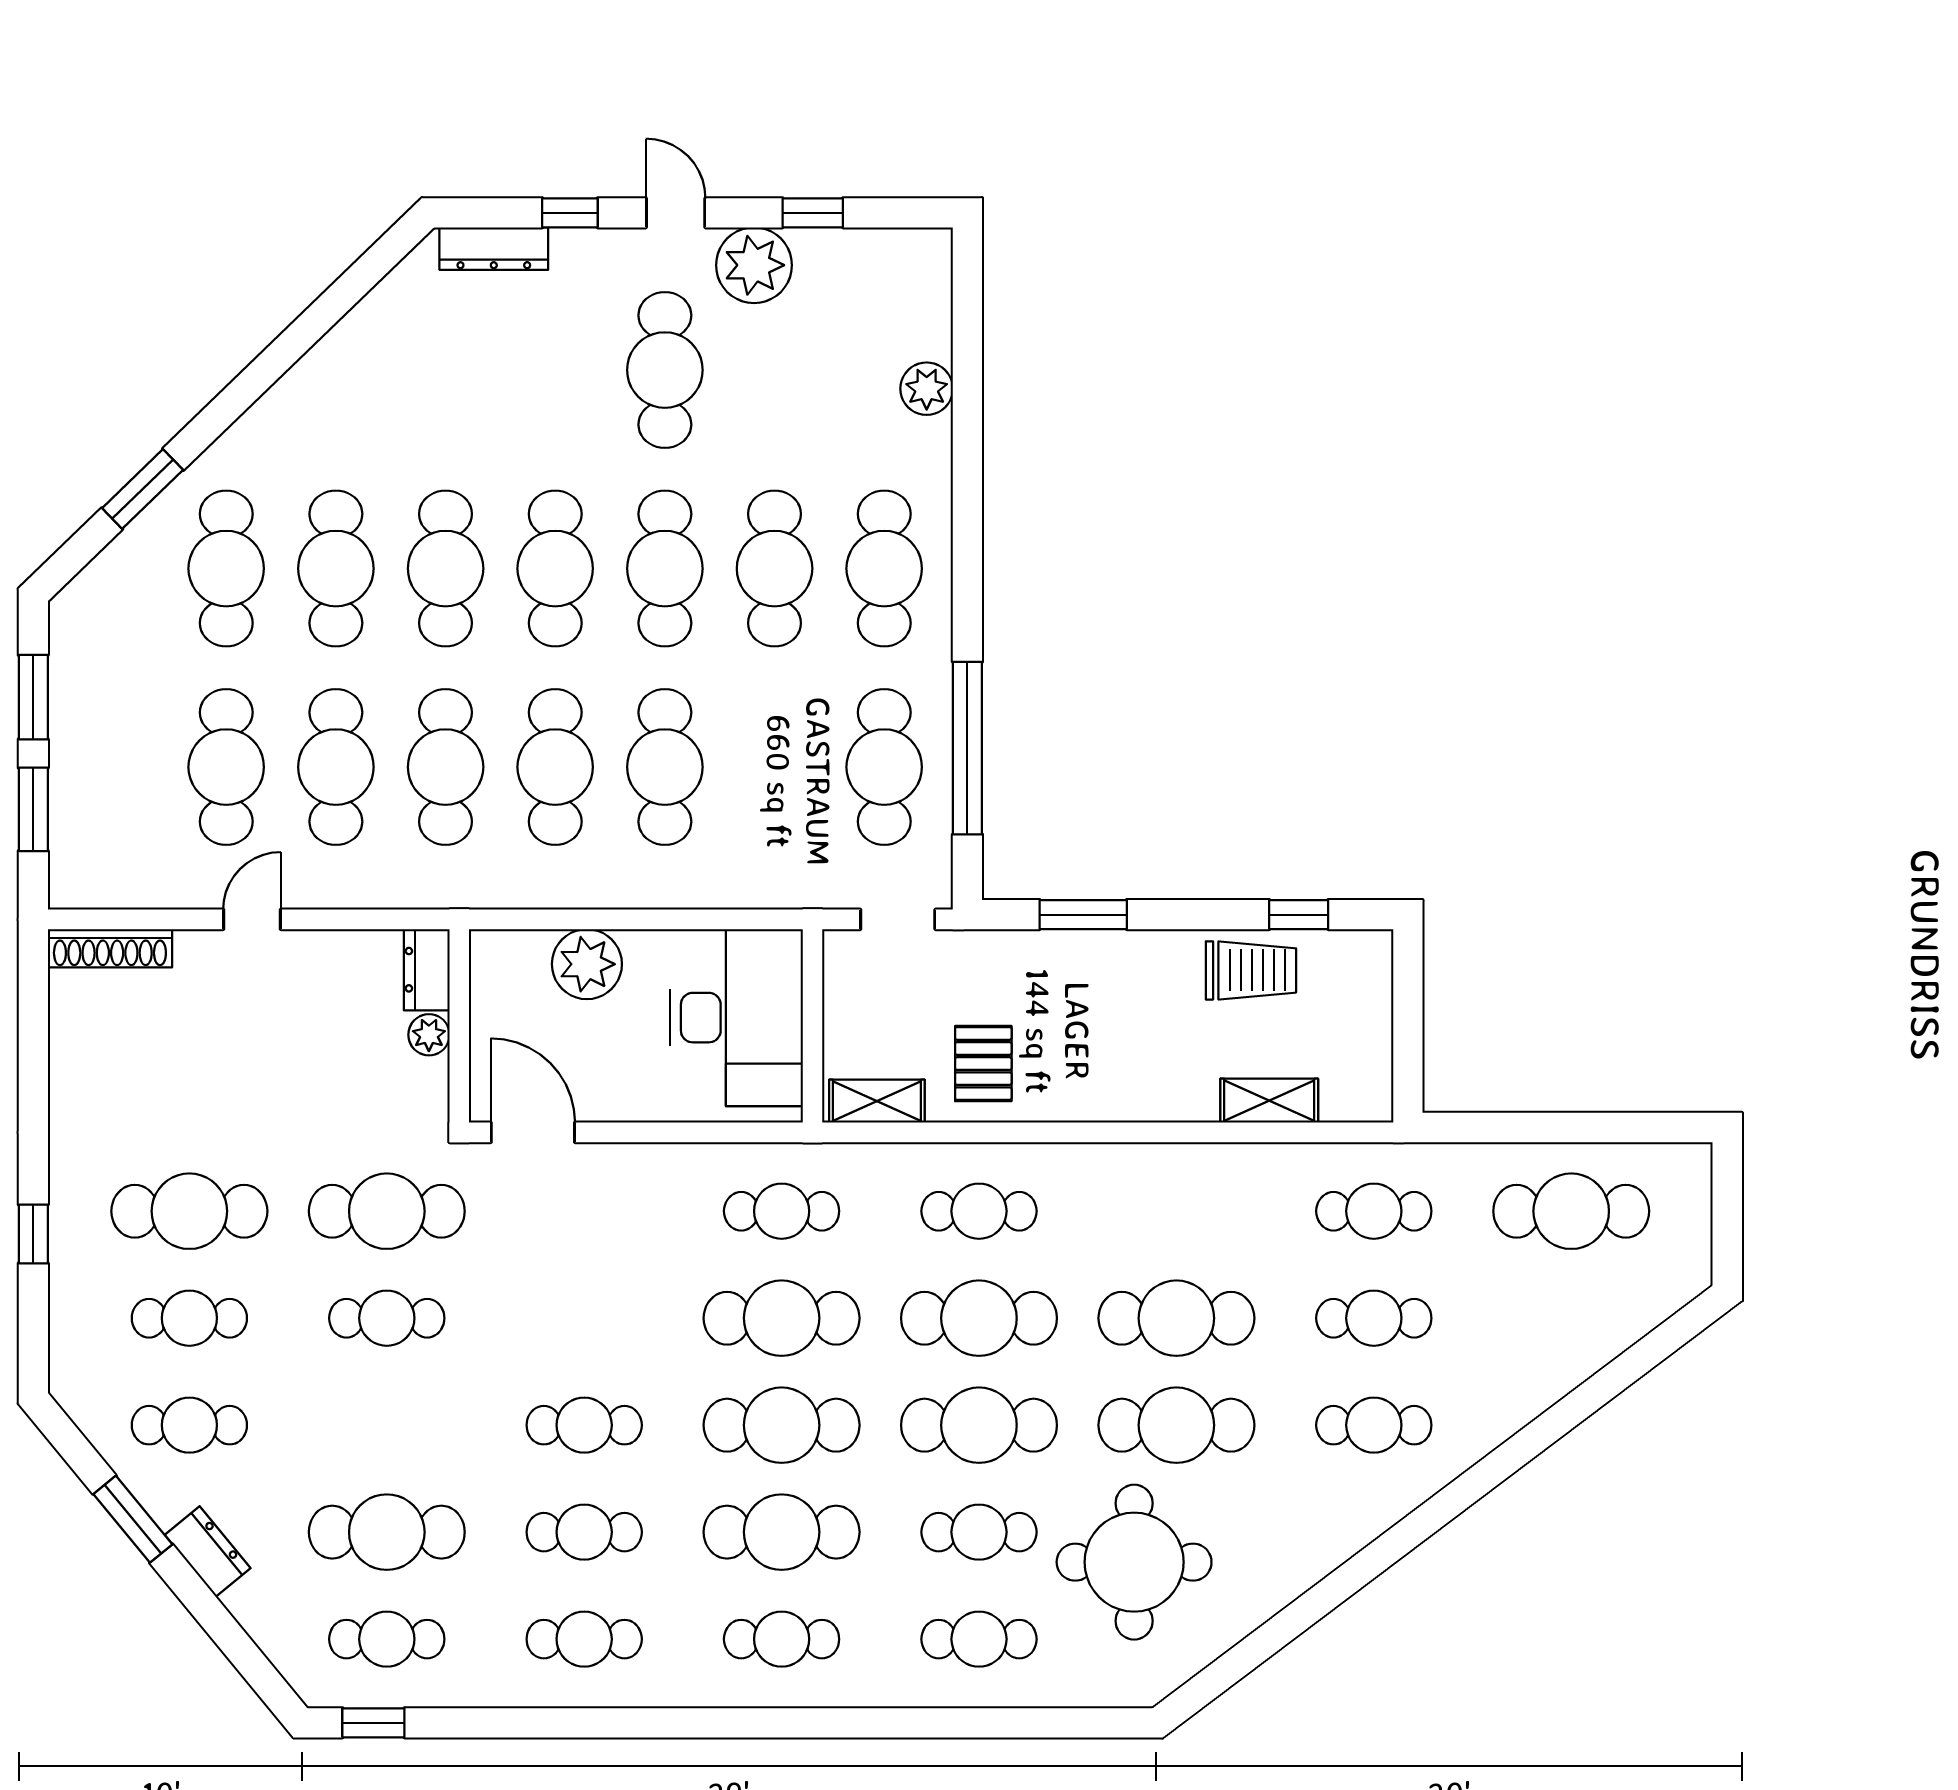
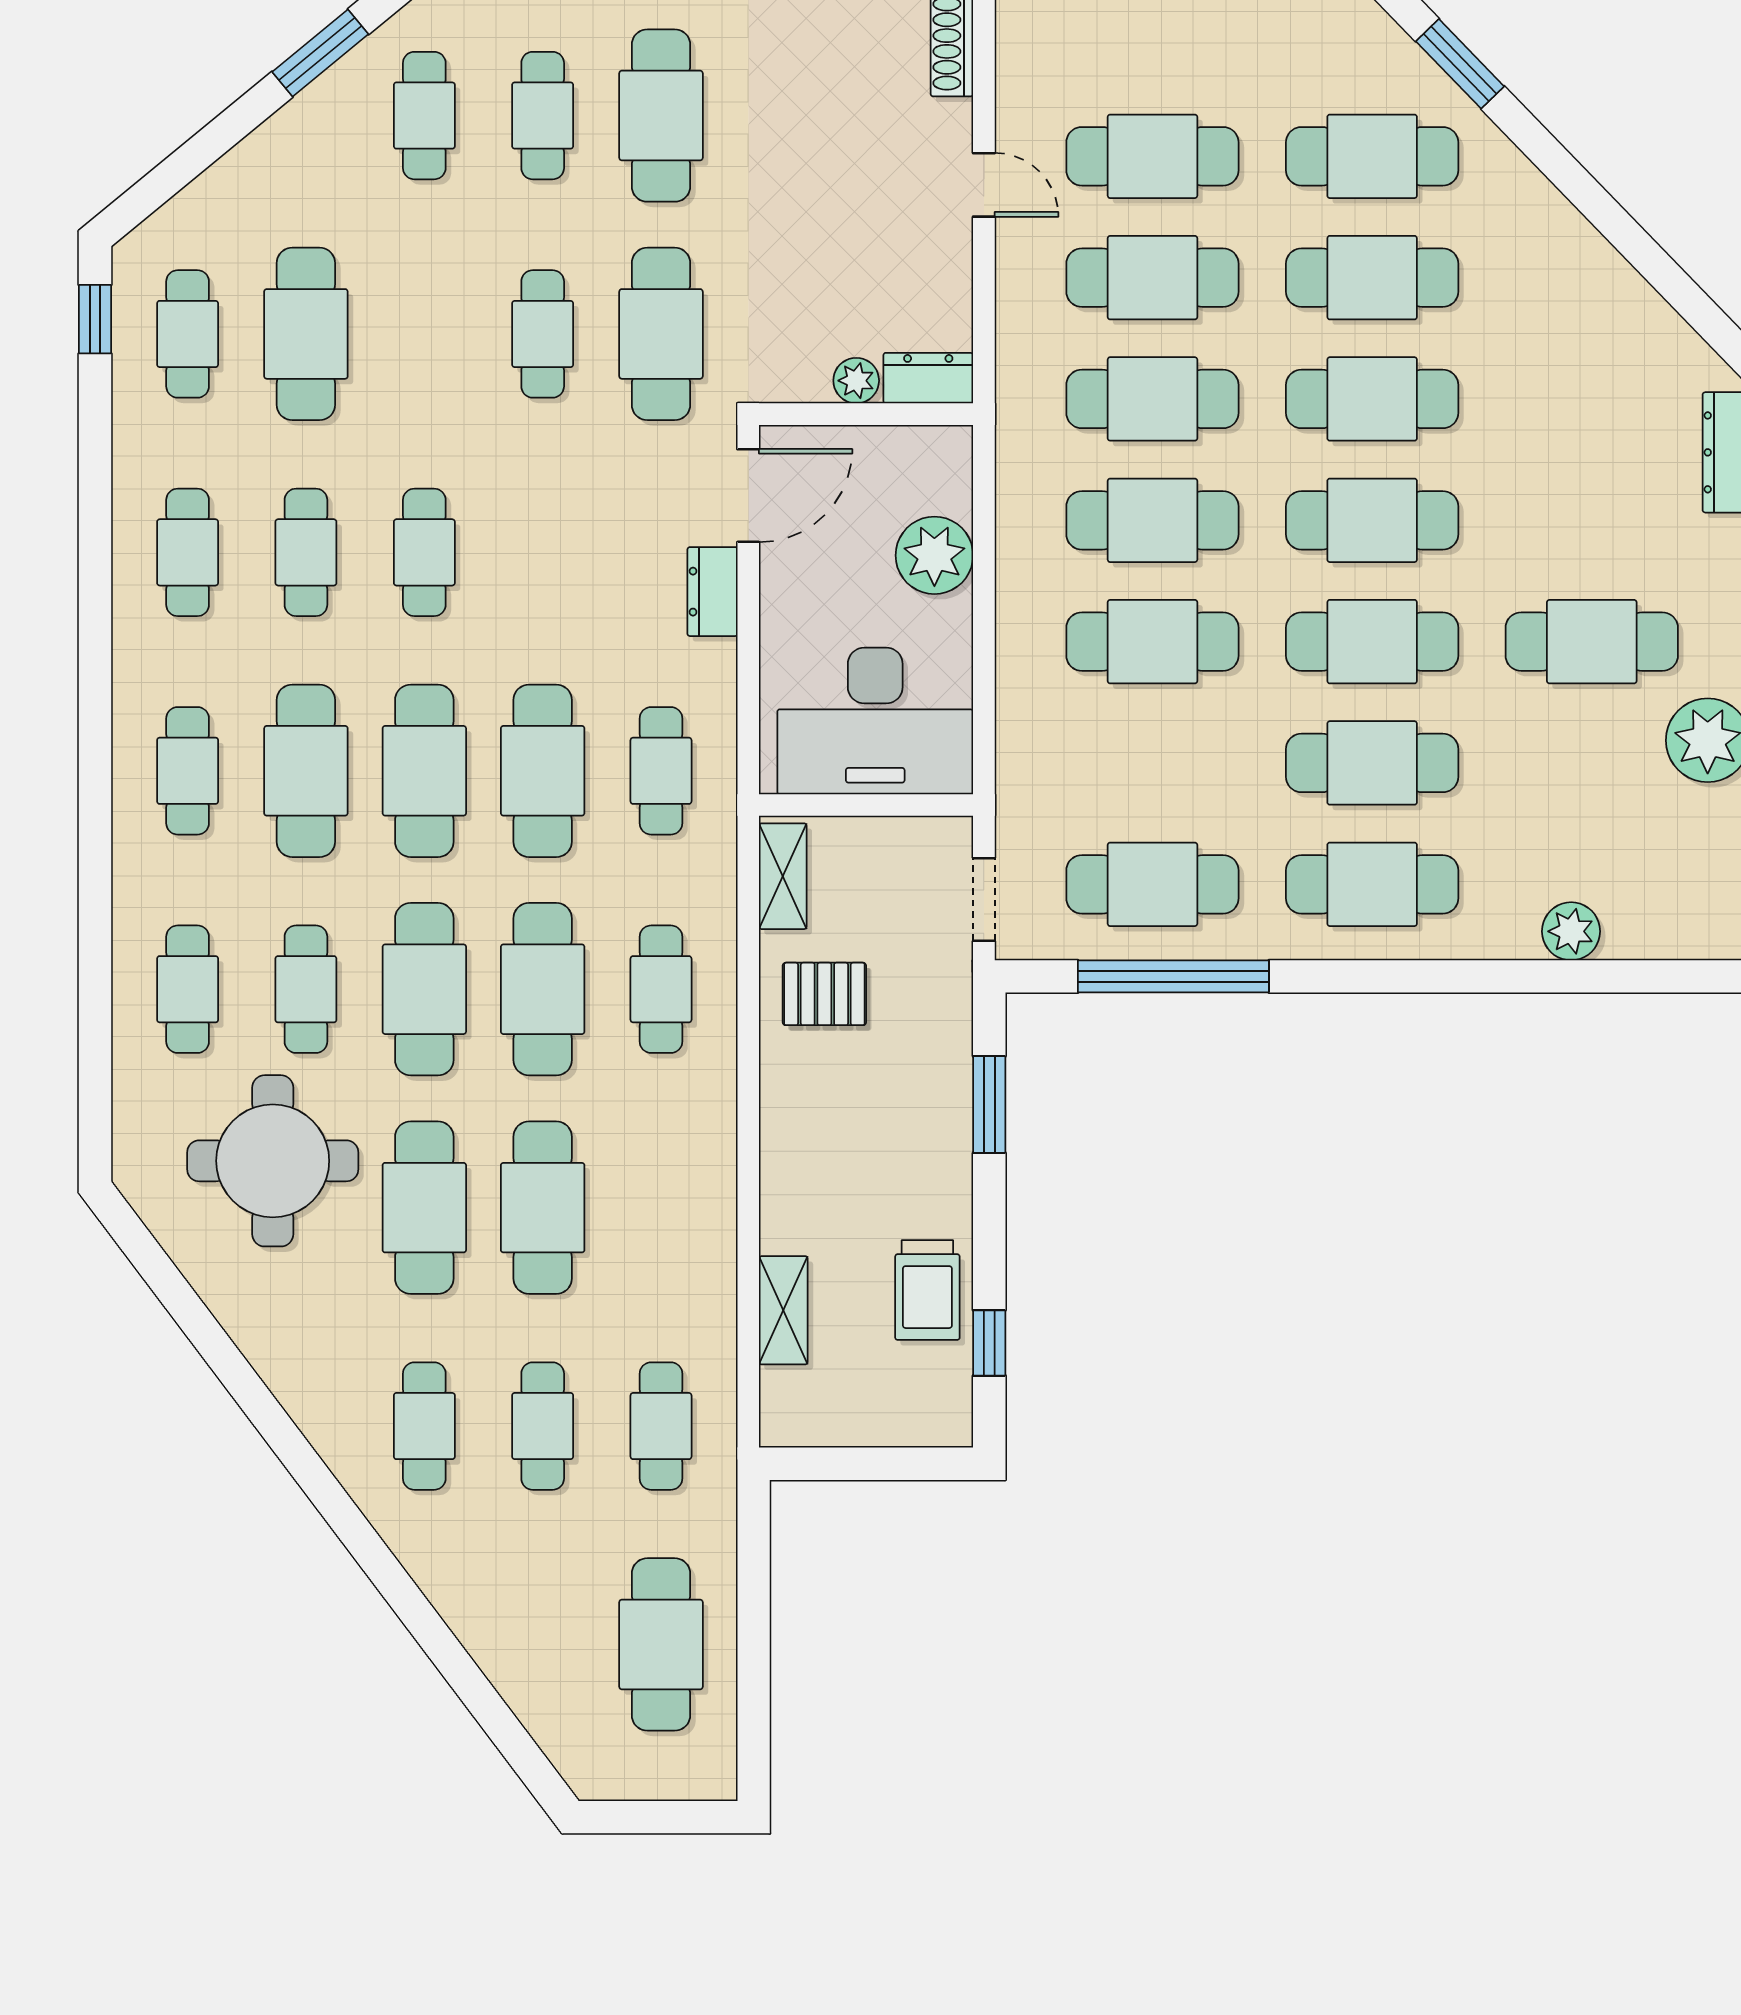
dresser: (208, 1552) -> (713, 592), moved, turned 129

